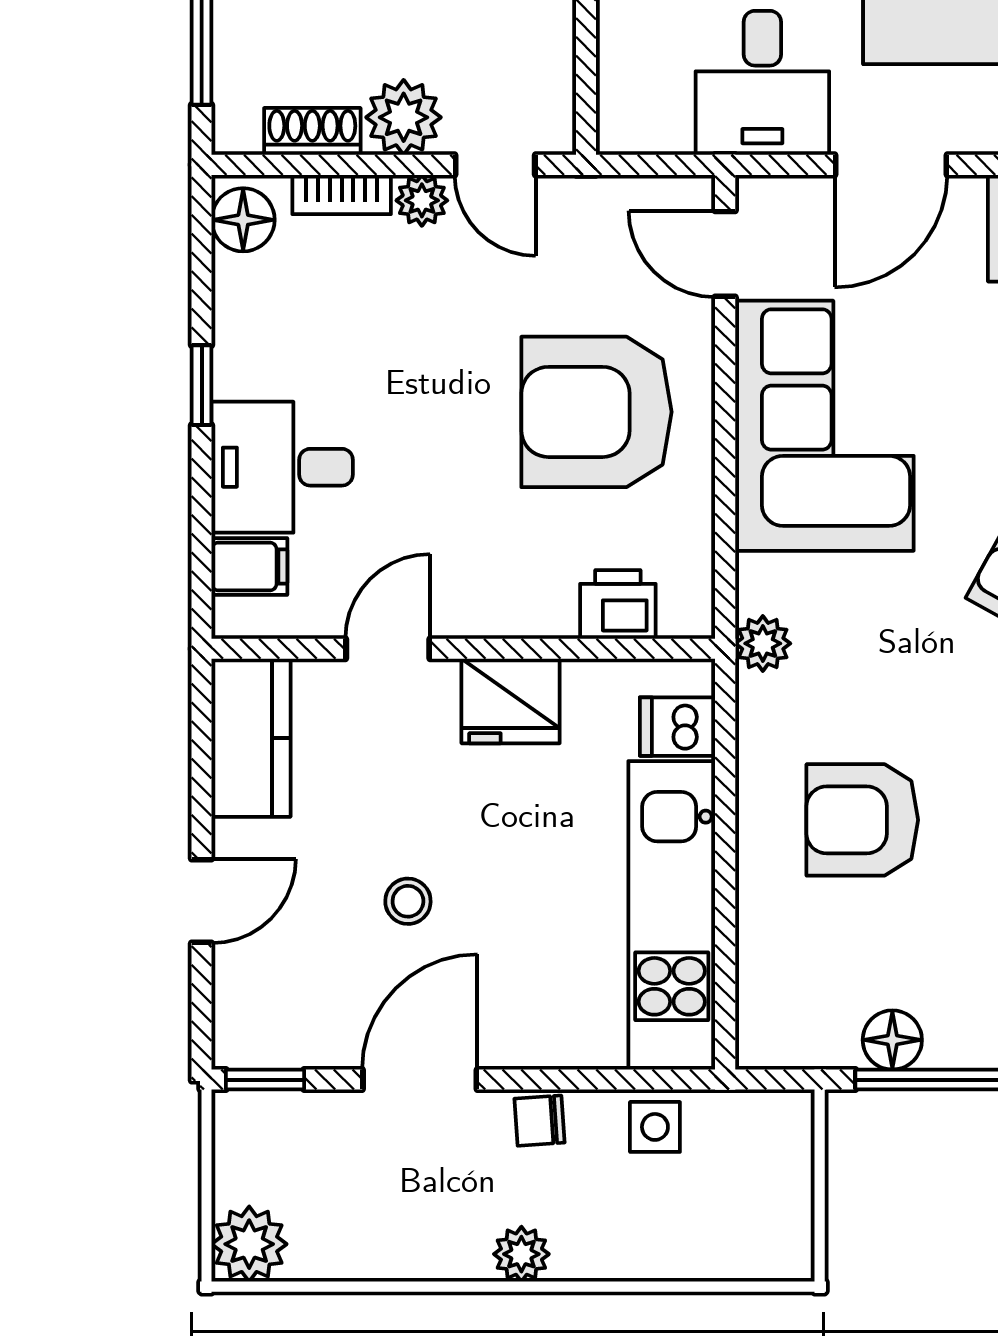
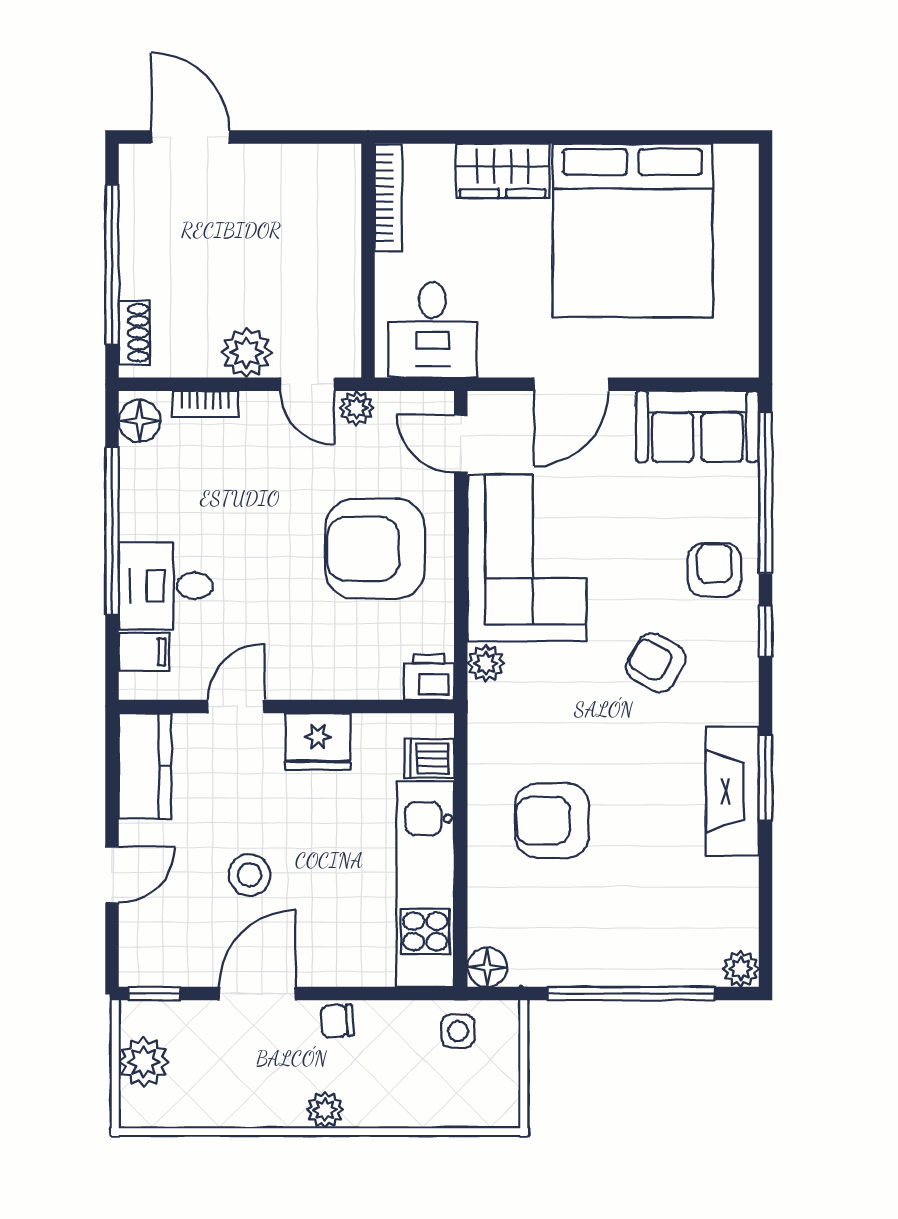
desk: (762, 83) -> (432, 330), moved
shoe rack: (312, 131) -> (134, 333), moved, turned 90
plant: (422, 200) -> (357, 408), moved
window: (202, 385) -> (112, 531), width x3.17
printer: (618, 604) -> (429, 677), moved
plant: (763, 643) -> (486, 663), moved
stool: (408, 901) -> (249, 875), width x1.37, depth x1.37
floor lamp: (892, 1040) -> (487, 967), moved
side table: (655, 1127) -> (458, 1031), moved
plant: (249, 1244) -> (144, 1062), moved

